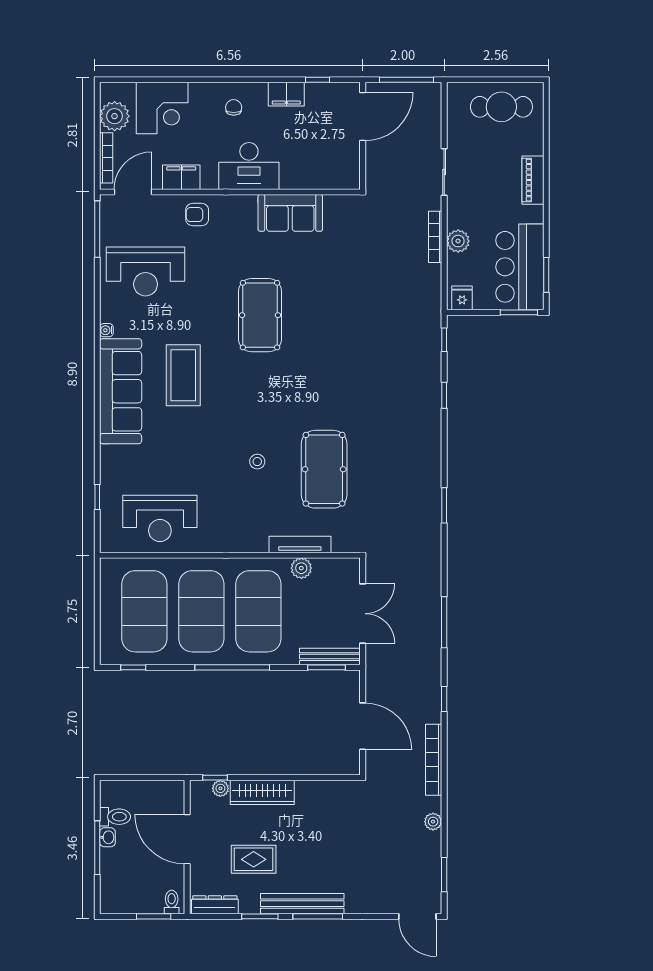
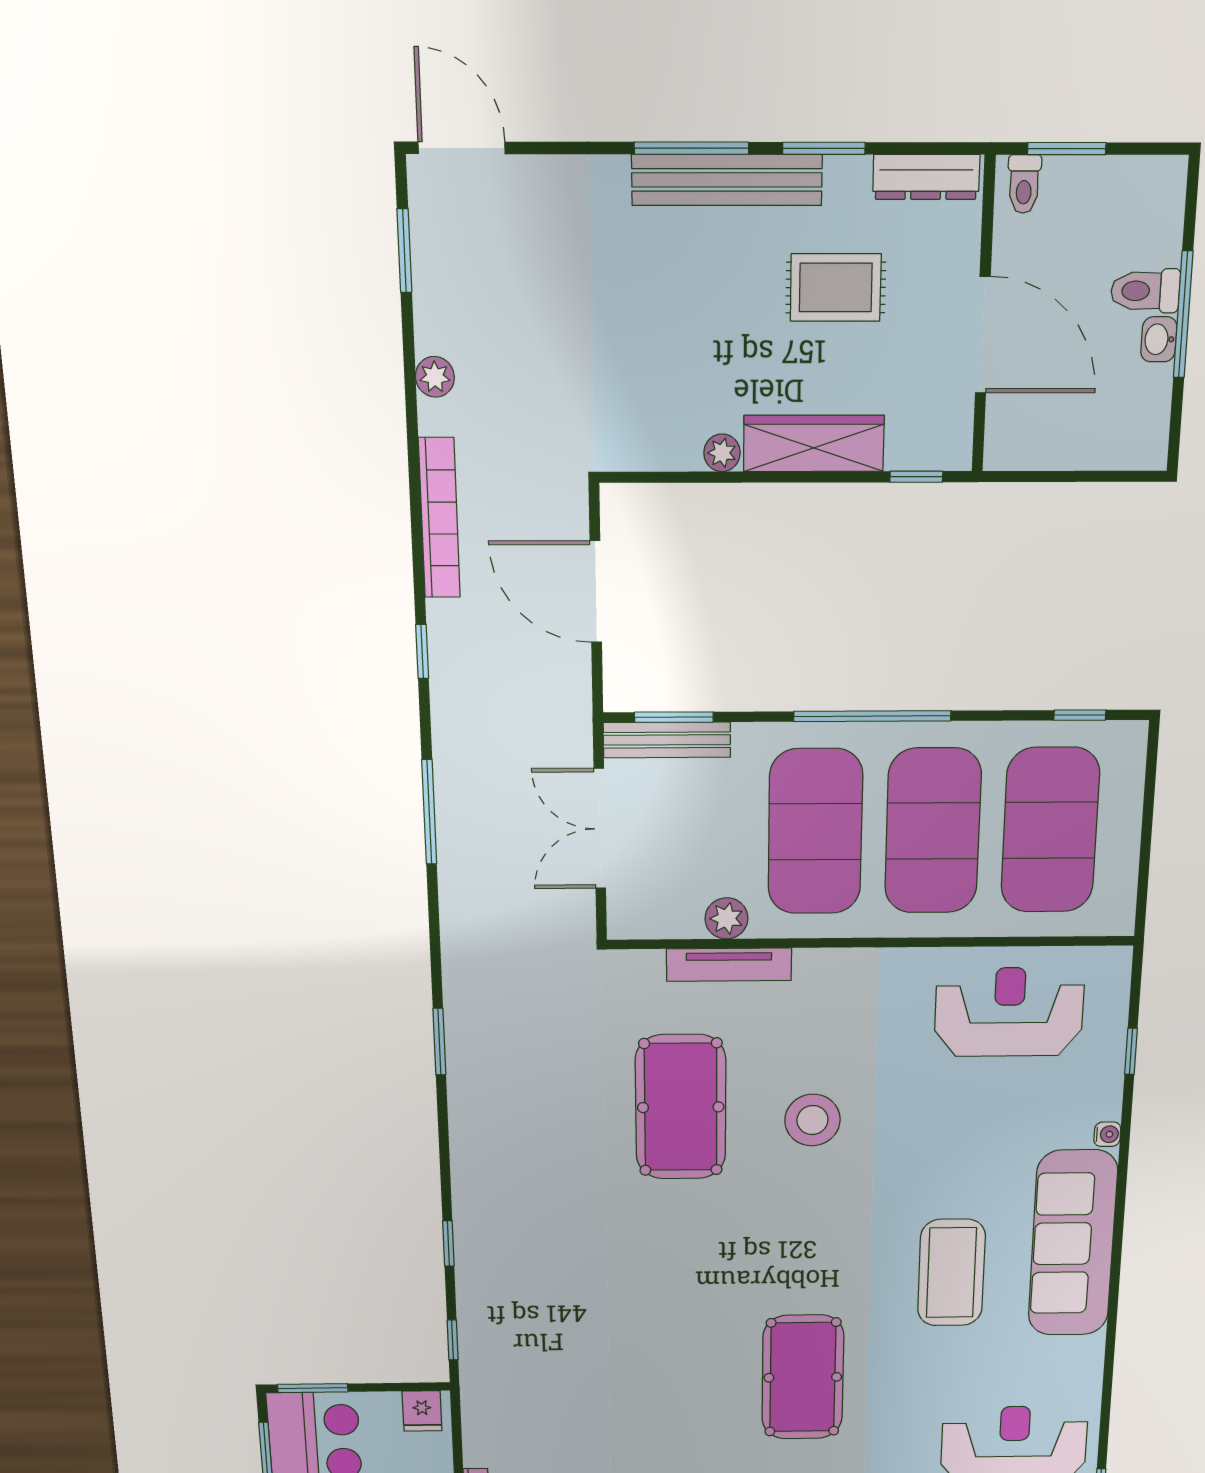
water cooler: (106, 330) -> (1107, 1134), moved
stool: (257, 462) -> (812, 1120), width x1.89, depth x1.89
plant: (220, 788) -> (722, 453), moved
toilet: (115, 817) -> (1145, 291), moved

